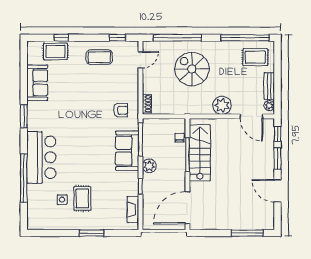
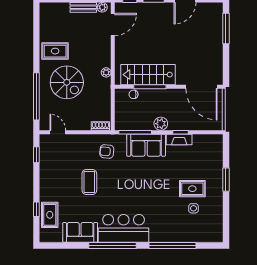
window: (245, 38) -> (36, 31), removed
coffee table: (99, 57) -> (89, 182), moved
rug: (255, 57) -> (55, 51), moved, turned 90
spiral stairs: (192, 69) -> (67, 82), turned -90
plant: (222, 105) -> (106, 72), moved, width x0.53, depth x0.53
armchair: (121, 110) -> (107, 151), turned -85
window: (24, 116) -> (113, 245), width x2.11
bar counter: (41, 157) -> (124, 228), moved
fireplace: (133, 210) -> (179, 140), moved

